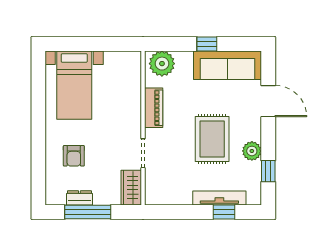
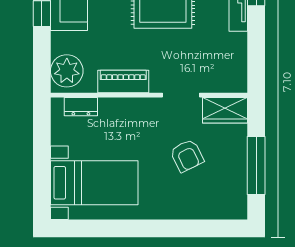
armchair: (74, 156) -> (187, 156), moved, turned 64
dresser: (79, 198) -> (81, 107), moved, turned -90

